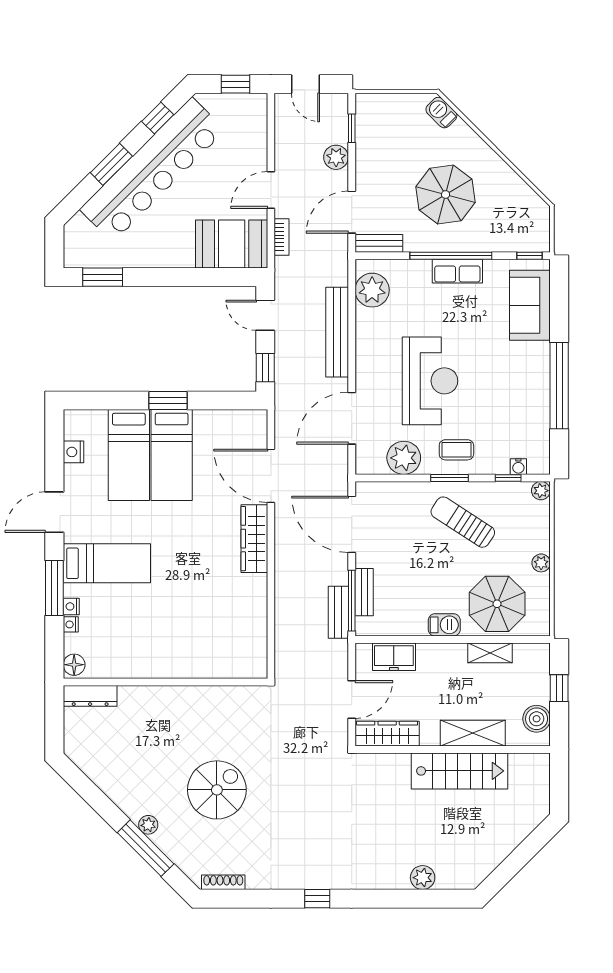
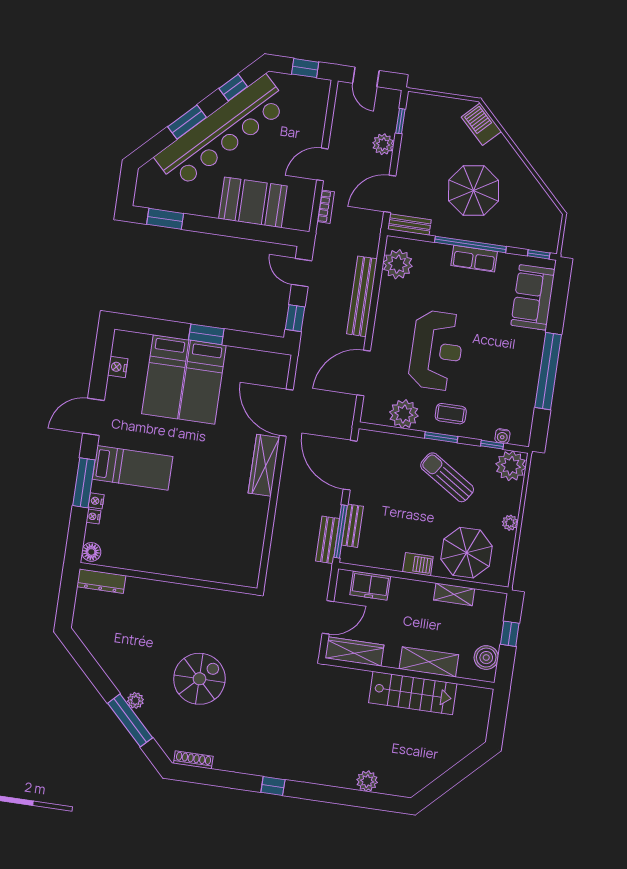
barbecue: (441, 113) -> (481, 124), width x1.38, depth x1.27
booth: (232, 244) -> (253, 202), moved
plant: (541, 491) -> (511, 466), width x1.88, depth x1.88

